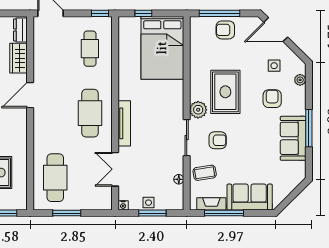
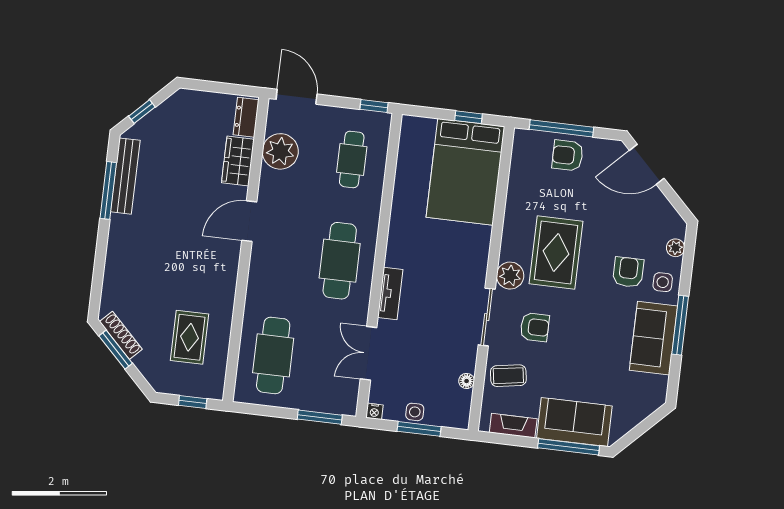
window: (143, 13) -> (468, 117), moved
plant: (44, 49) -> (280, 151), added
side table: (274, 66) -> (663, 282), moved
tv unit: (124, 123) -> (390, 294), width x0.71
window: (67, 213) -> (320, 417), moved
window: (224, 213) -> (569, 447), moved

